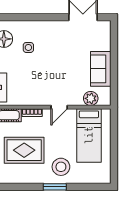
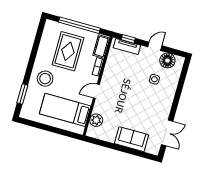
sofa: (101, 69) -> (132, 139), moved
door: (59, 107) -> (96, 91), hinge flipped
window: (55, 187) -> (22, 94), moved

